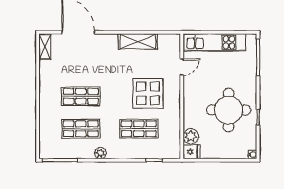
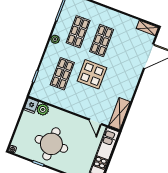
shelving: (138, 41) -> (120, 114), moved
display table: (148, 93) -> (92, 74), moved

